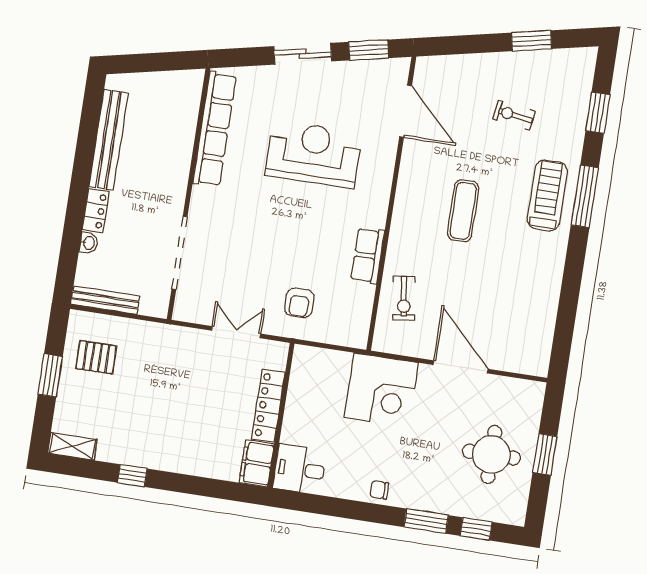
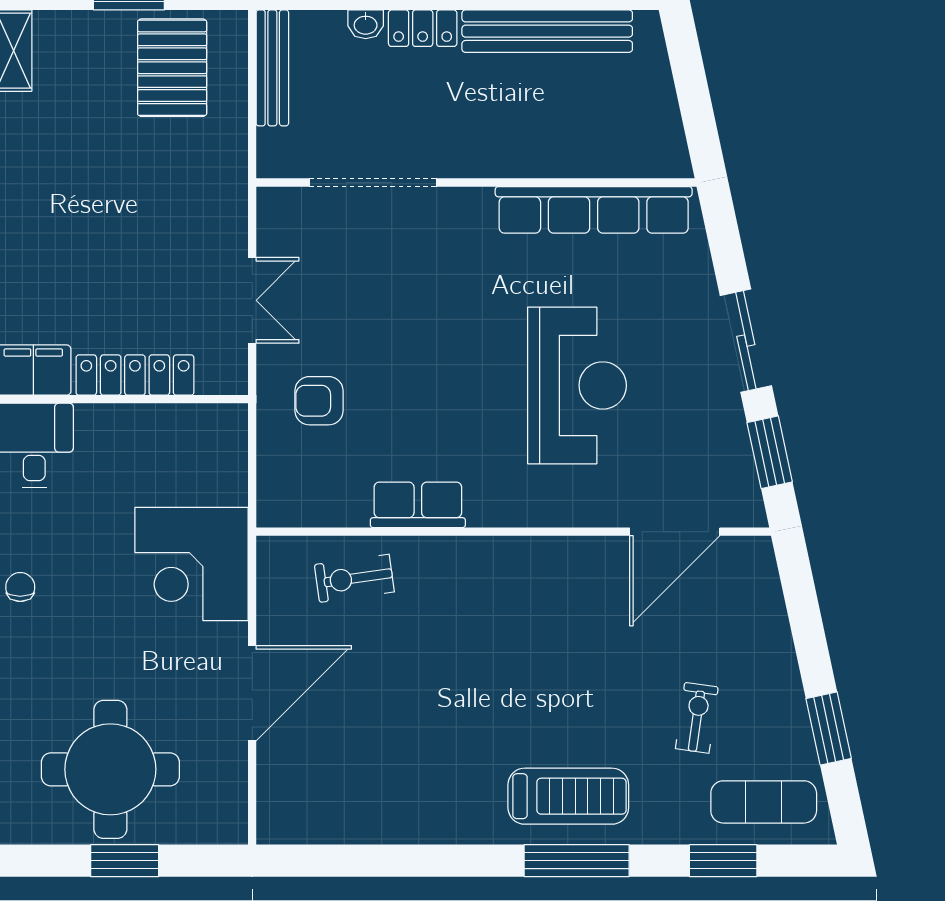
exercise mat: (463, 211) -> (764, 802), moved
pallet: (96, 357) -> (172, 68), width x1.50, depth x1.42
round table: (491, 455) -> (110, 769), width x1.36, depth x1.36

